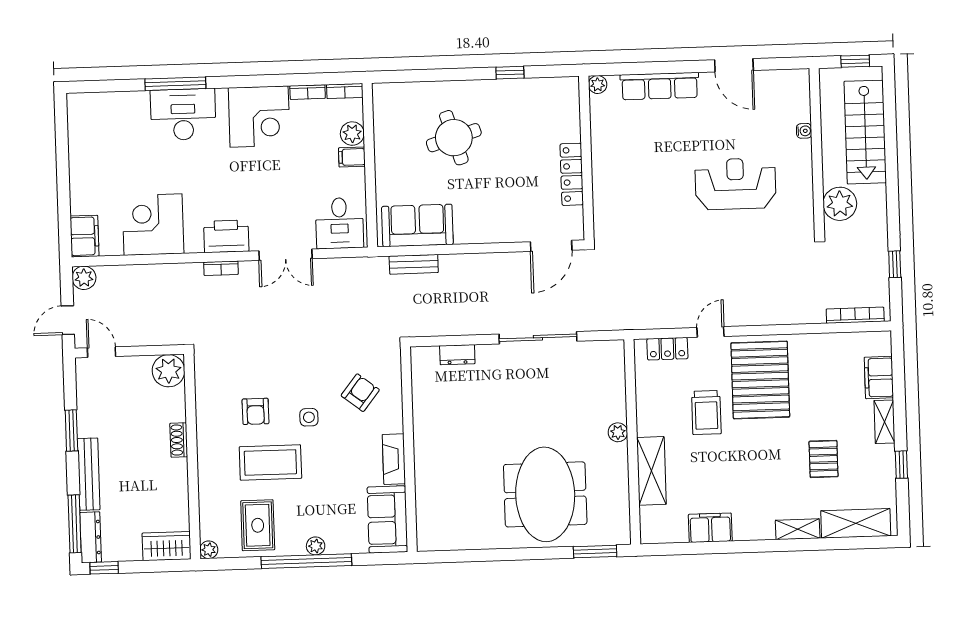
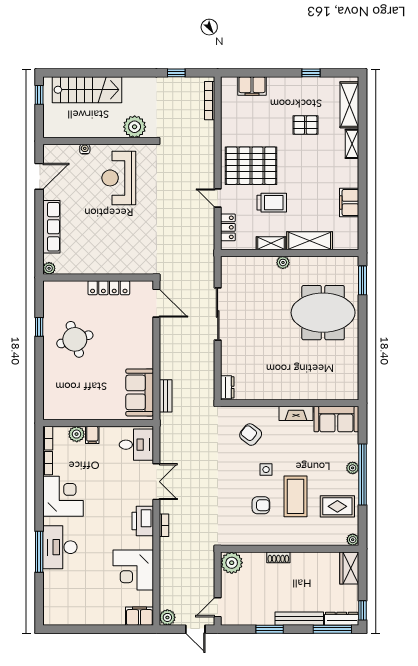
water cooler: (804, 131) -> (85, 149), moved
round table: (454, 138) -> (75, 339), moved
wall: (817, 150) -> (98, 141), moved
plant: (840, 204) -> (135, 127), moved
dresser: (457, 355) -> (227, 387), moved
shelving: (884, 422) -> (271, 243), moved

